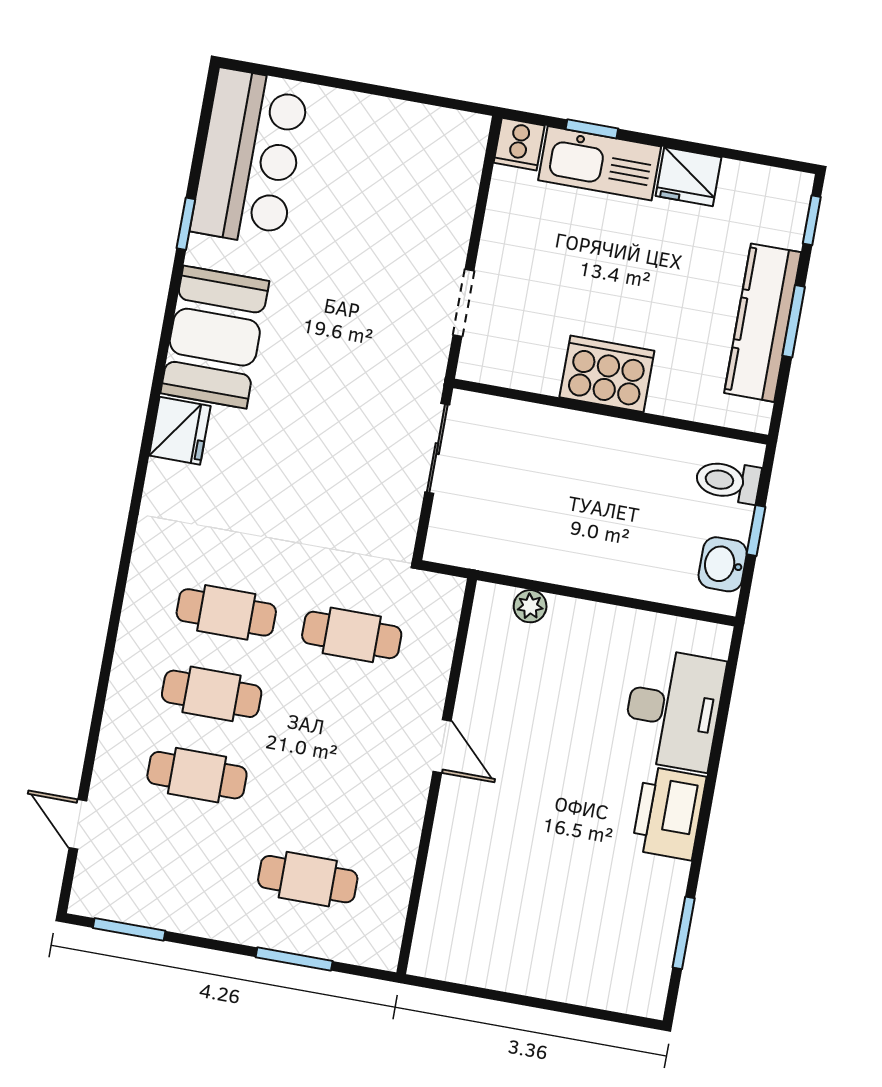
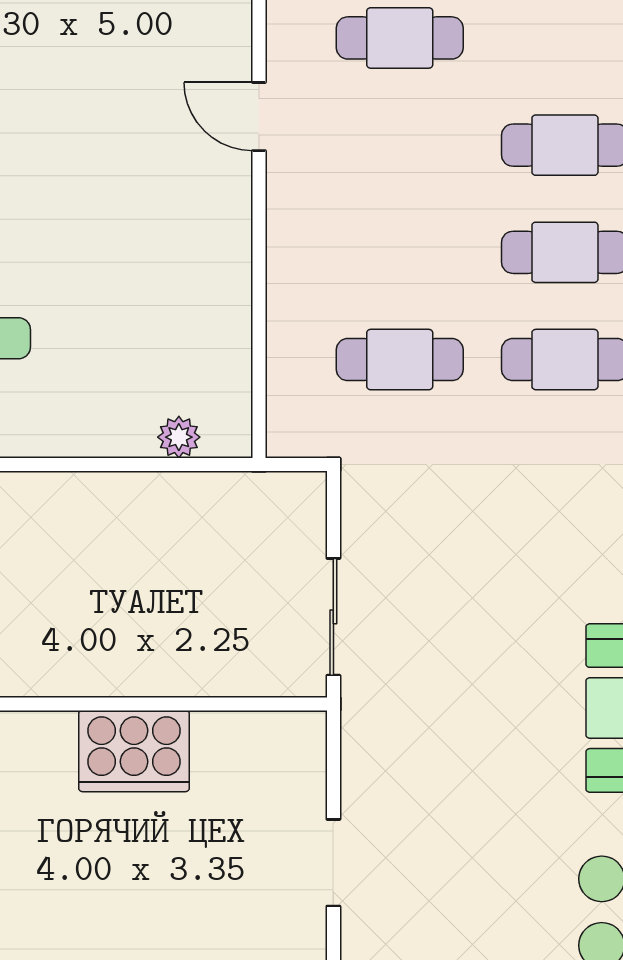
doorway: (463, 303) -> (333, 863), moved
door: (442, 746) -> (259, 117), moved

